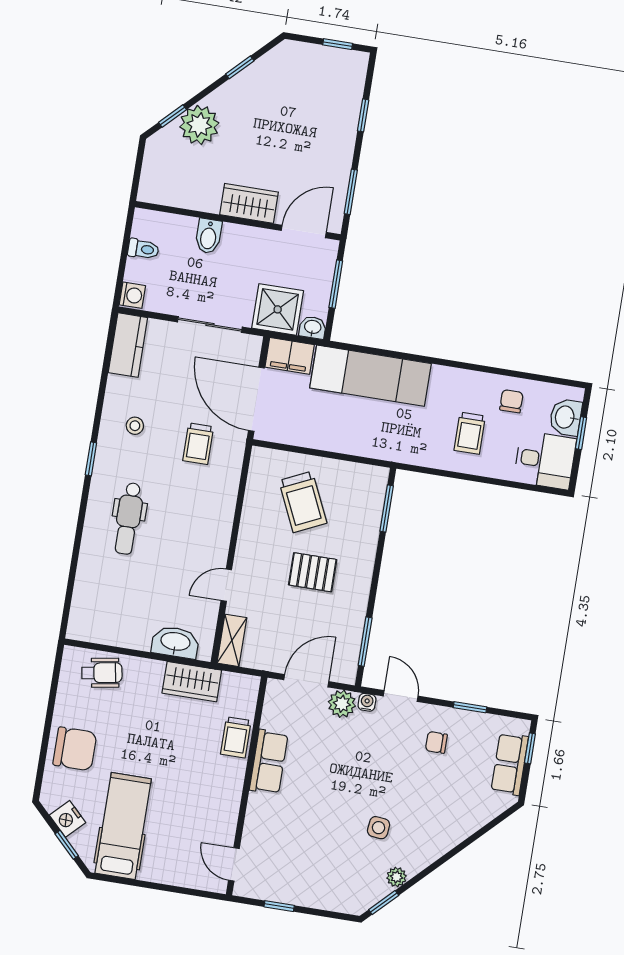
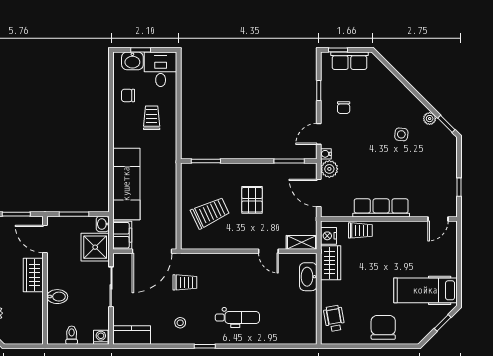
trolley: (470, 433) -> (152, 118), turned -90
row of seats: (269, 762) -> (381, 208), width x1.48
nightstand: (68, 819) -> (329, 236), moved, turned 135

